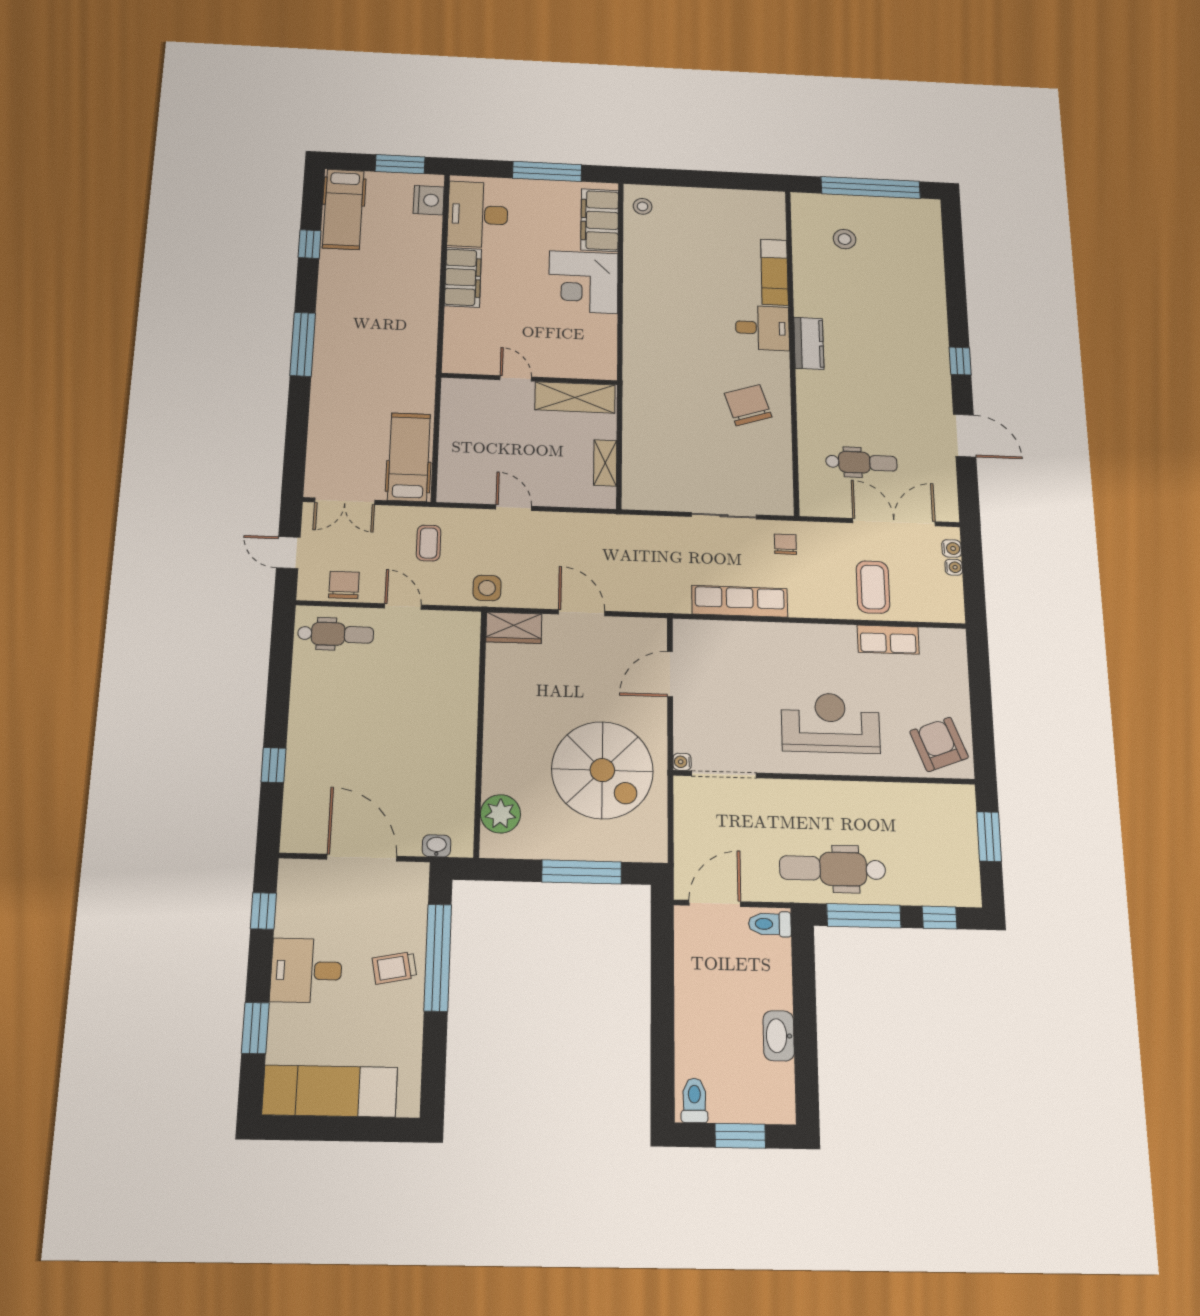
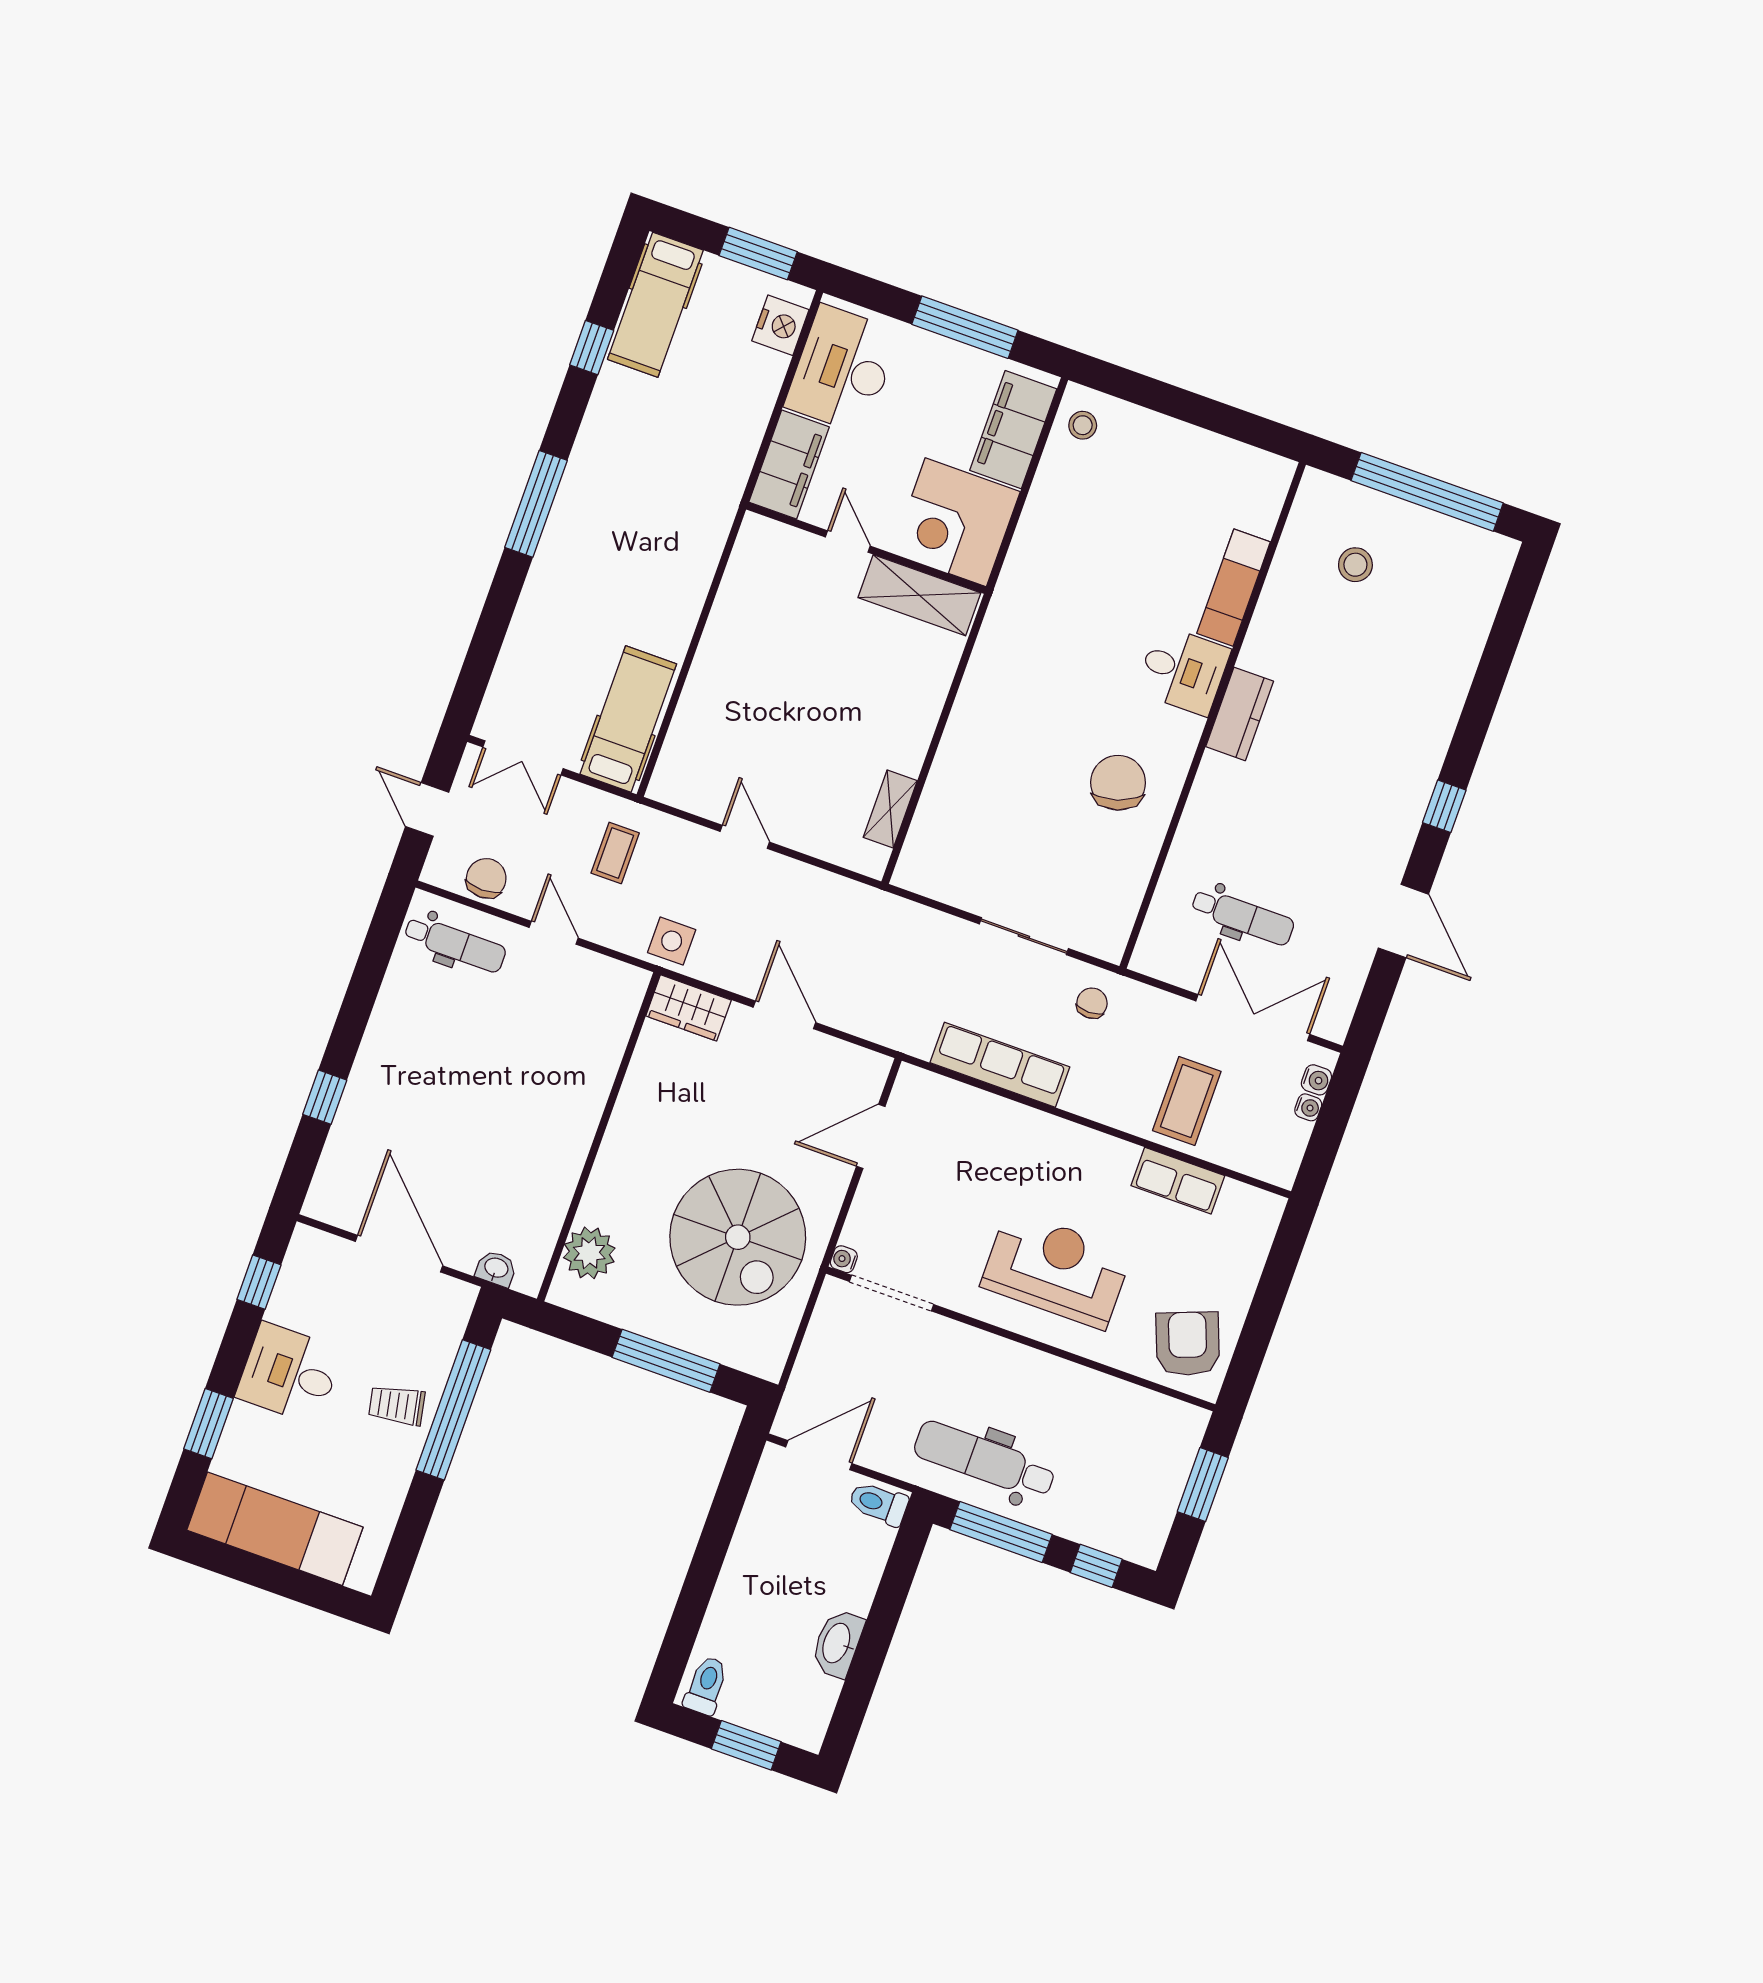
door: (516, 378) -> (848, 541), moved
wall: (529, 379) -> (866, 548), moved
shelving: (575, 397) -> (919, 595), moved

